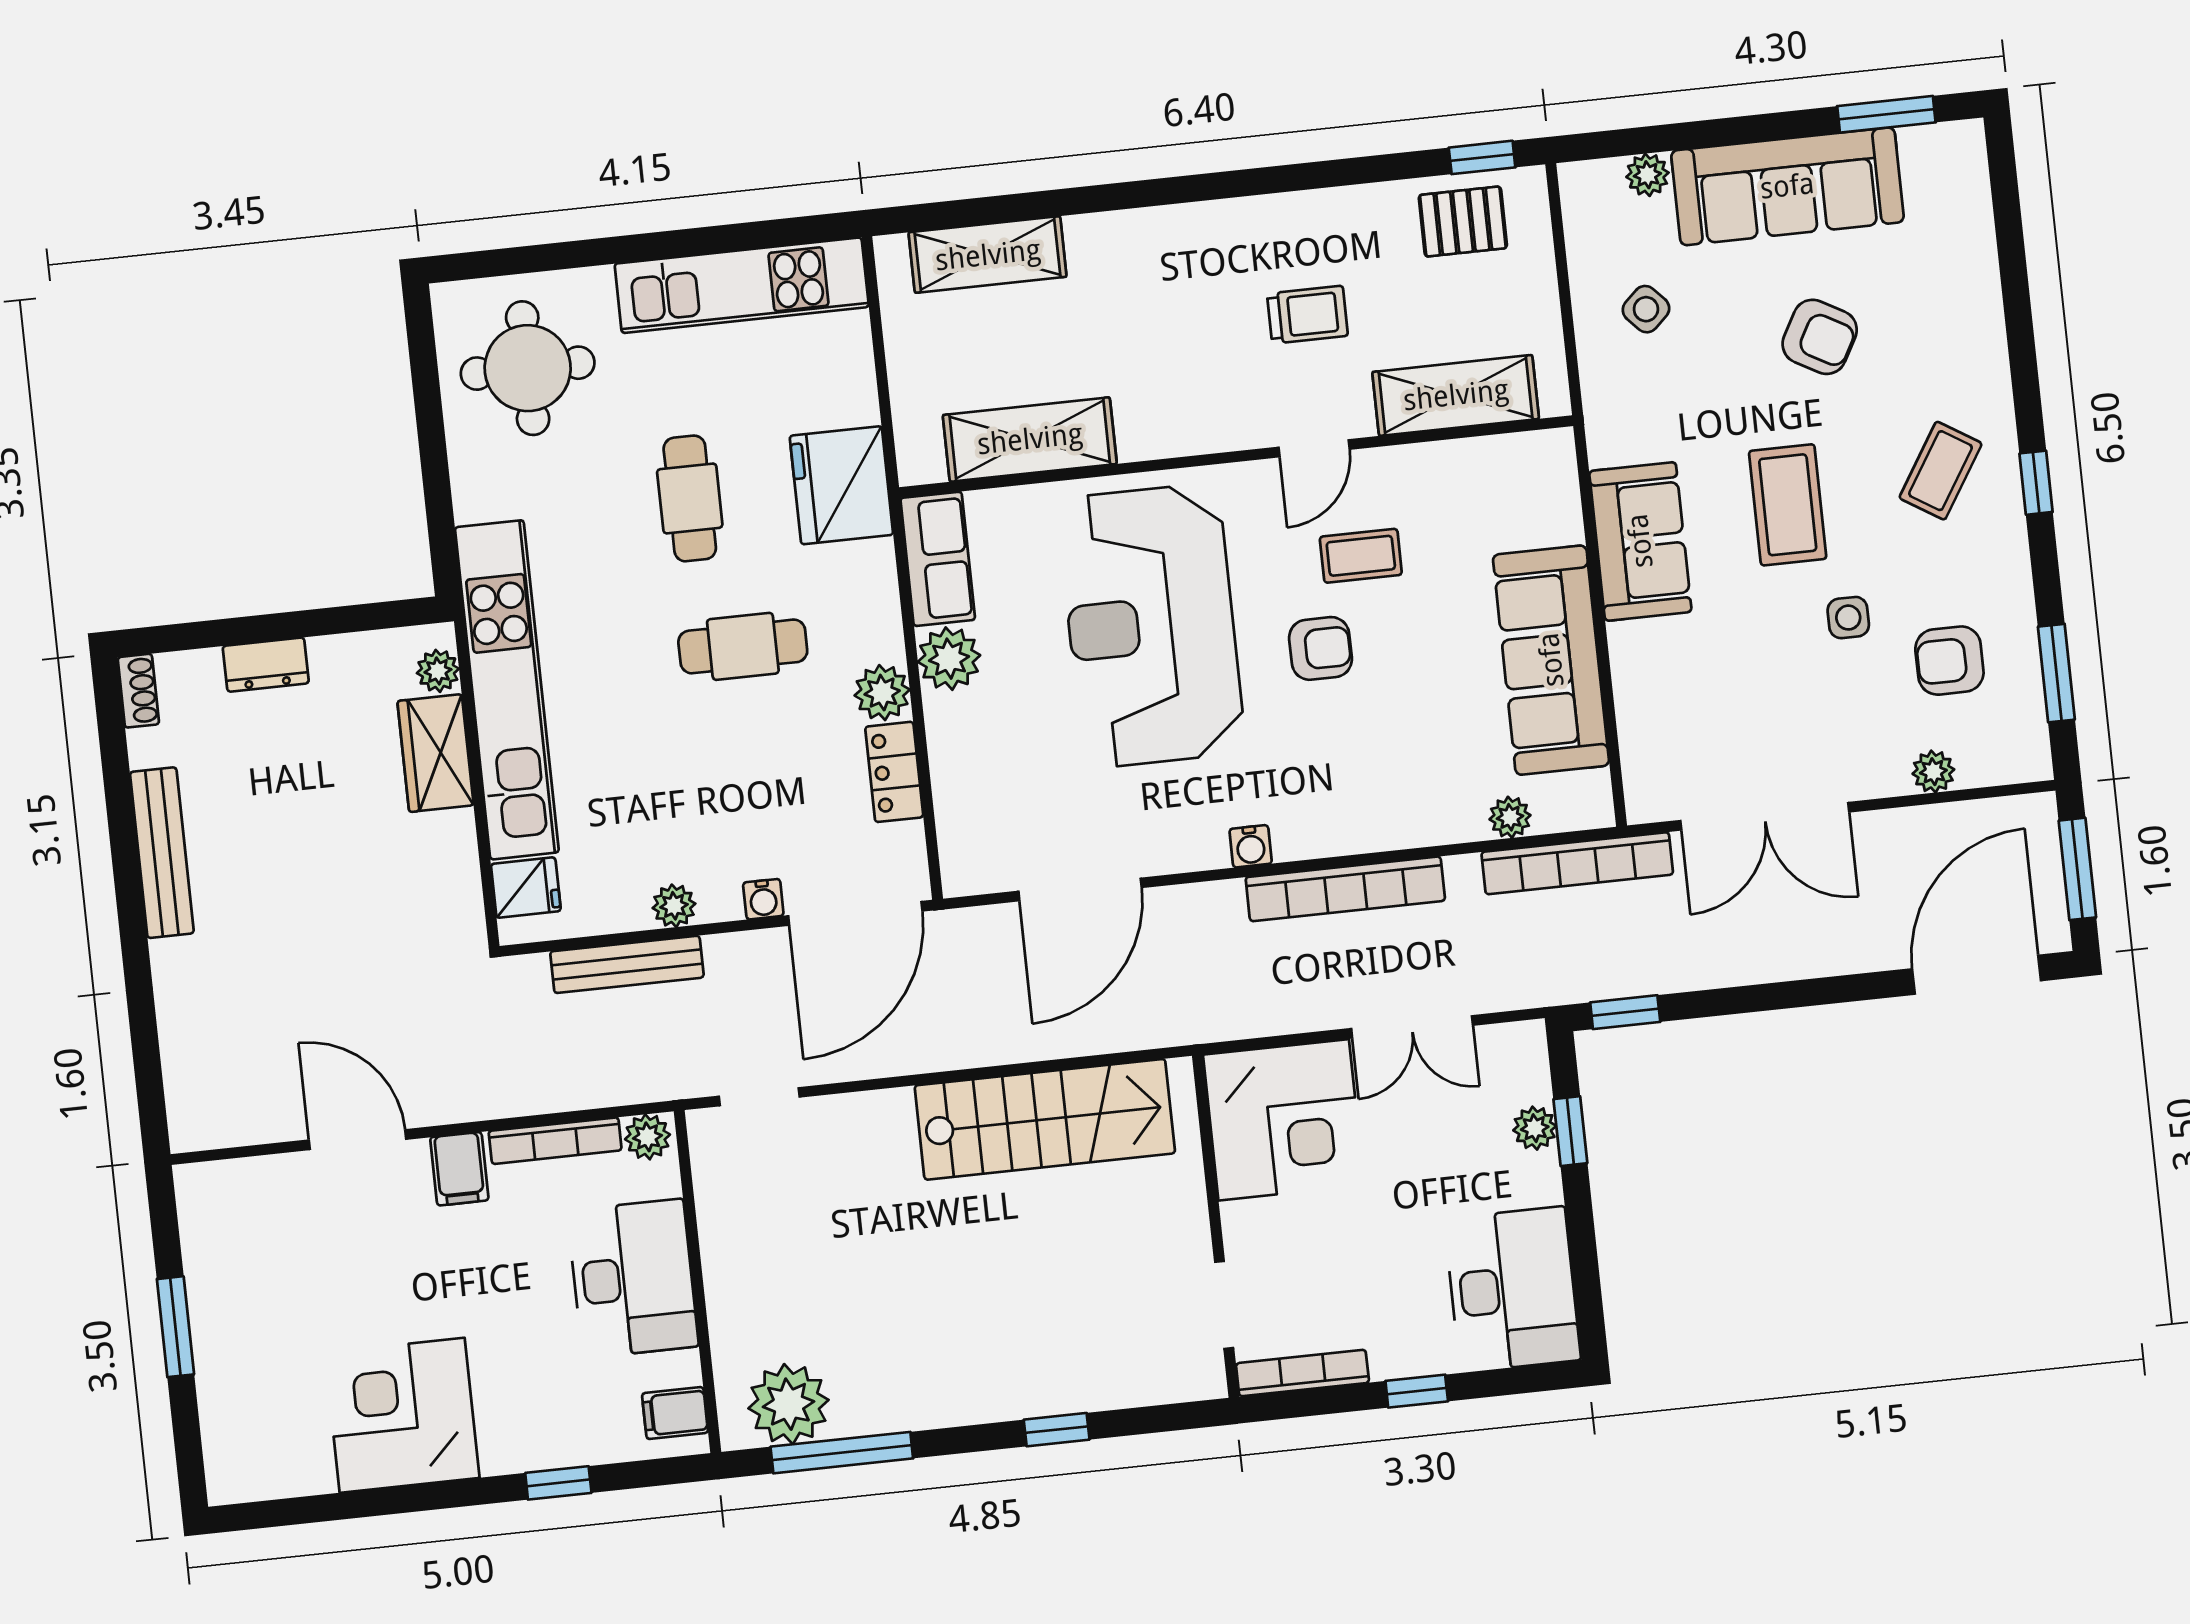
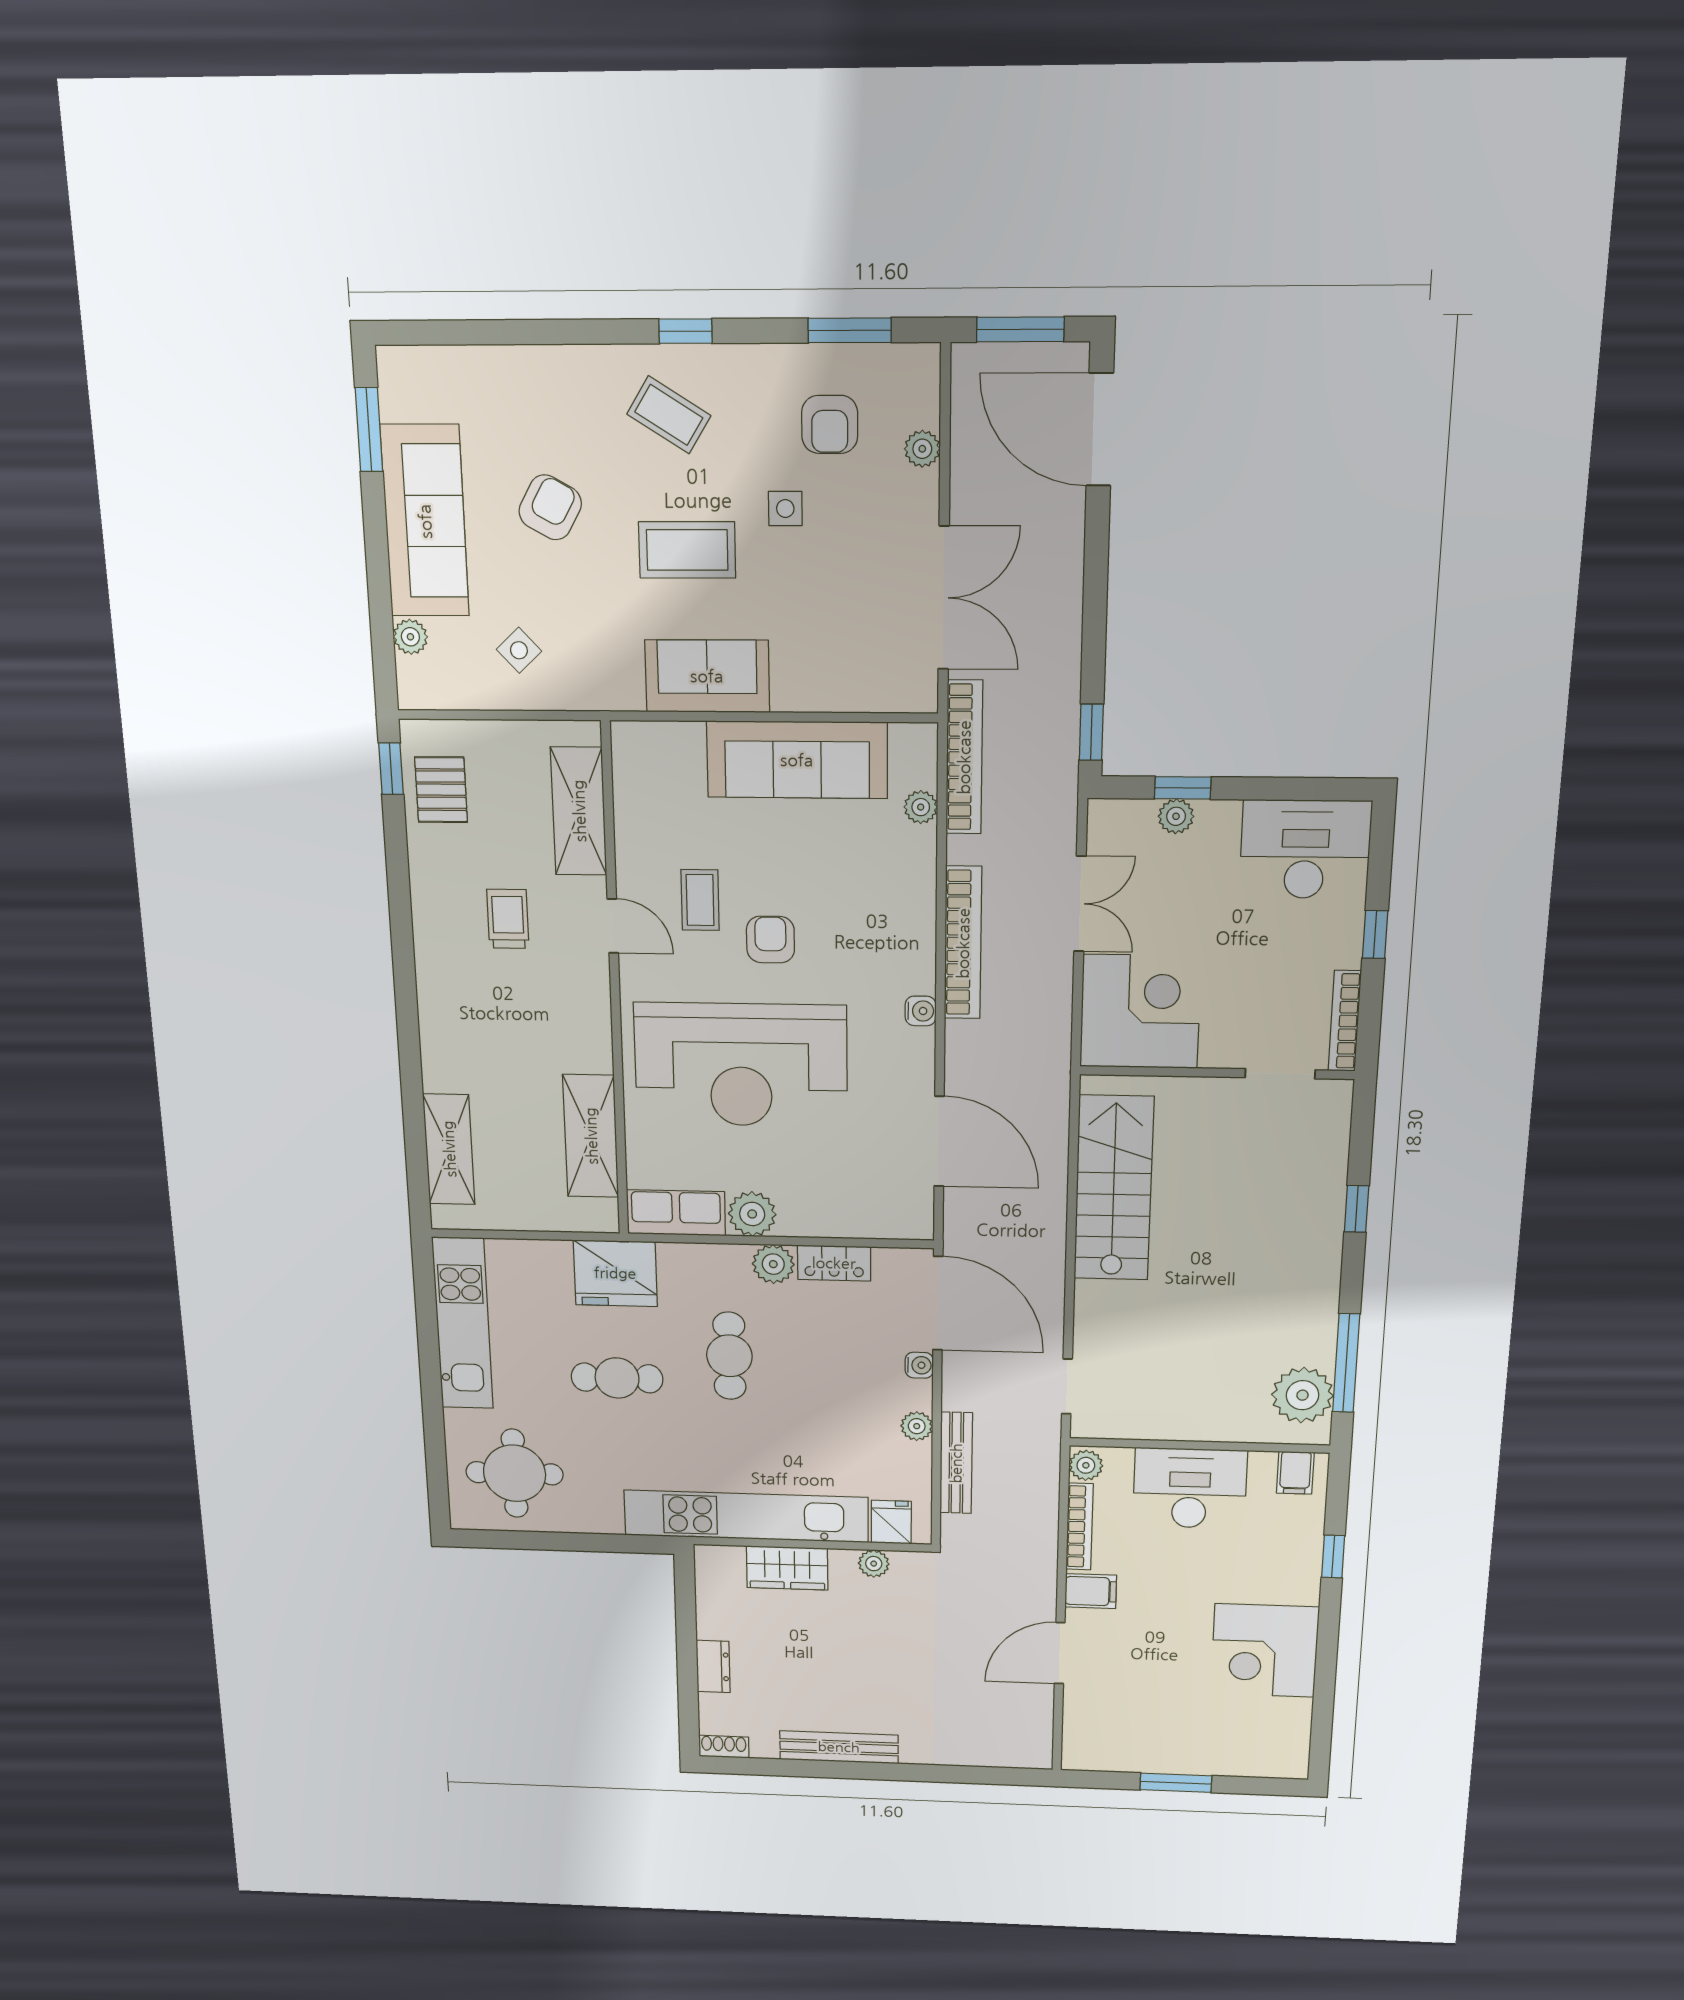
plant: (438, 671) -> (874, 1564), moved

